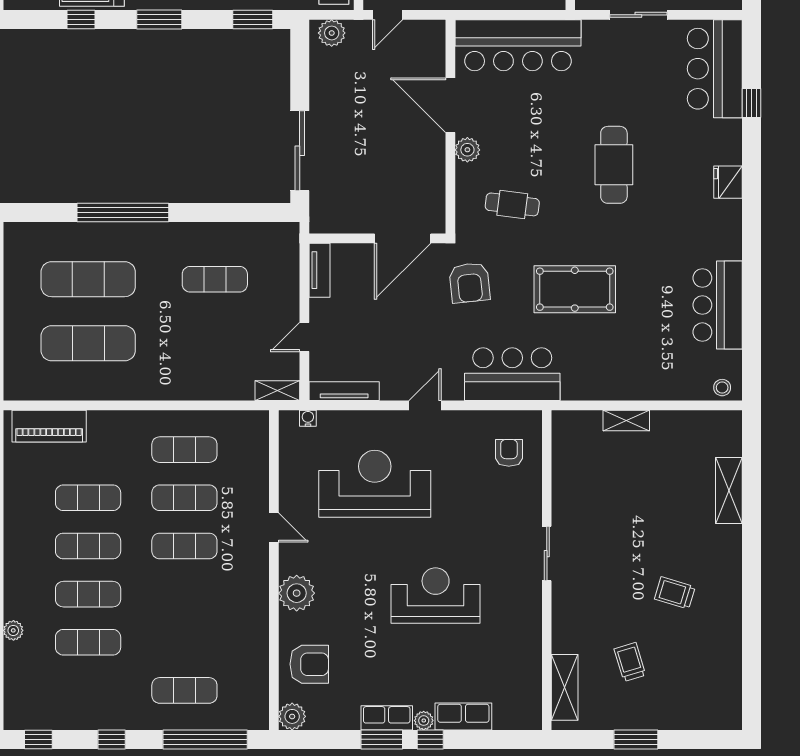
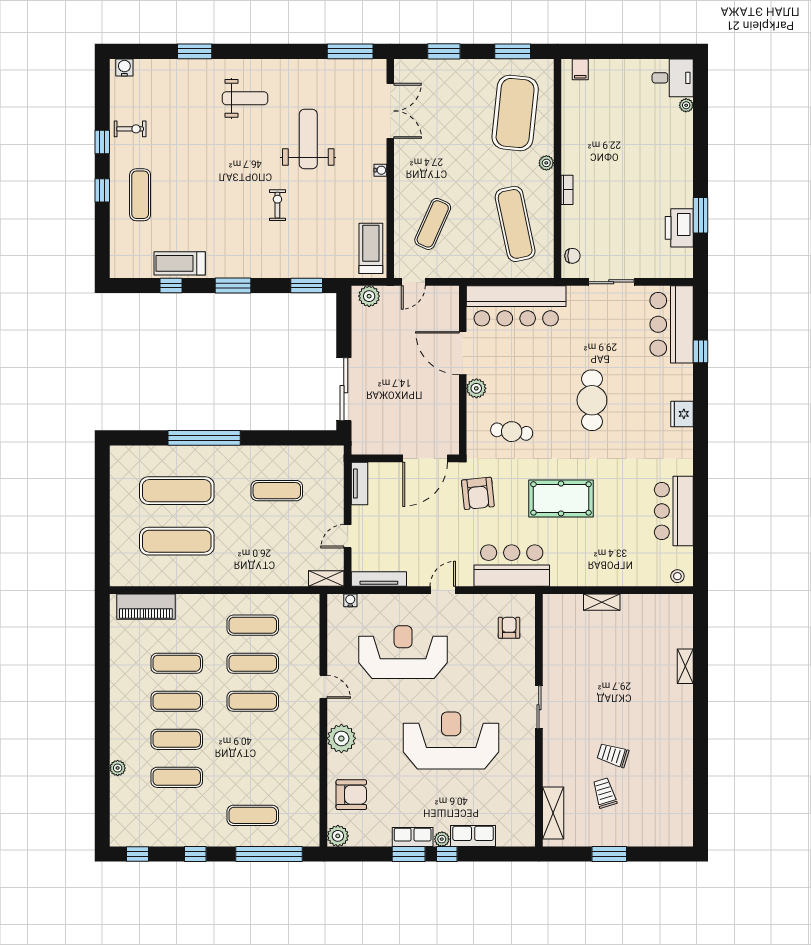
shelving: (729, 491) -> (685, 666), width x0.67, depth x0.75
trolley: (675, 593) -> (613, 755), moved
reception desk: (436, 596) -> (451, 740), width x1.36, depth x1.30

